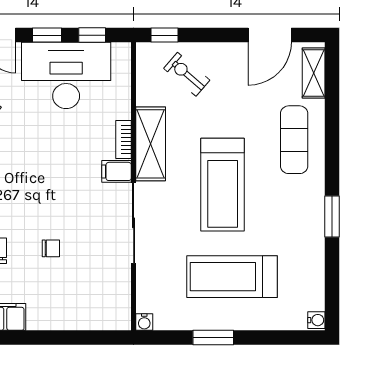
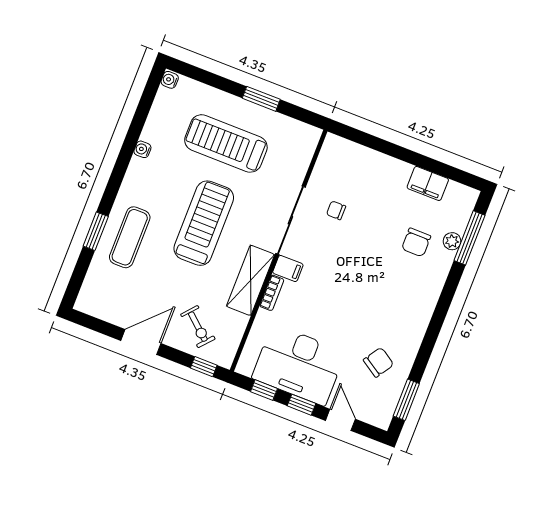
door: (270, 35) -> (141, 342), moved
shelving: (314, 73) -> (92, 286), removed
window: (332, 216) -> (96, 231), moved
chair: (51, 248) -> (336, 210), moved
treadmill: (232, 277) -> (226, 143), turned 180
water cooler: (144, 322) -> (142, 149), moved, turned -90

